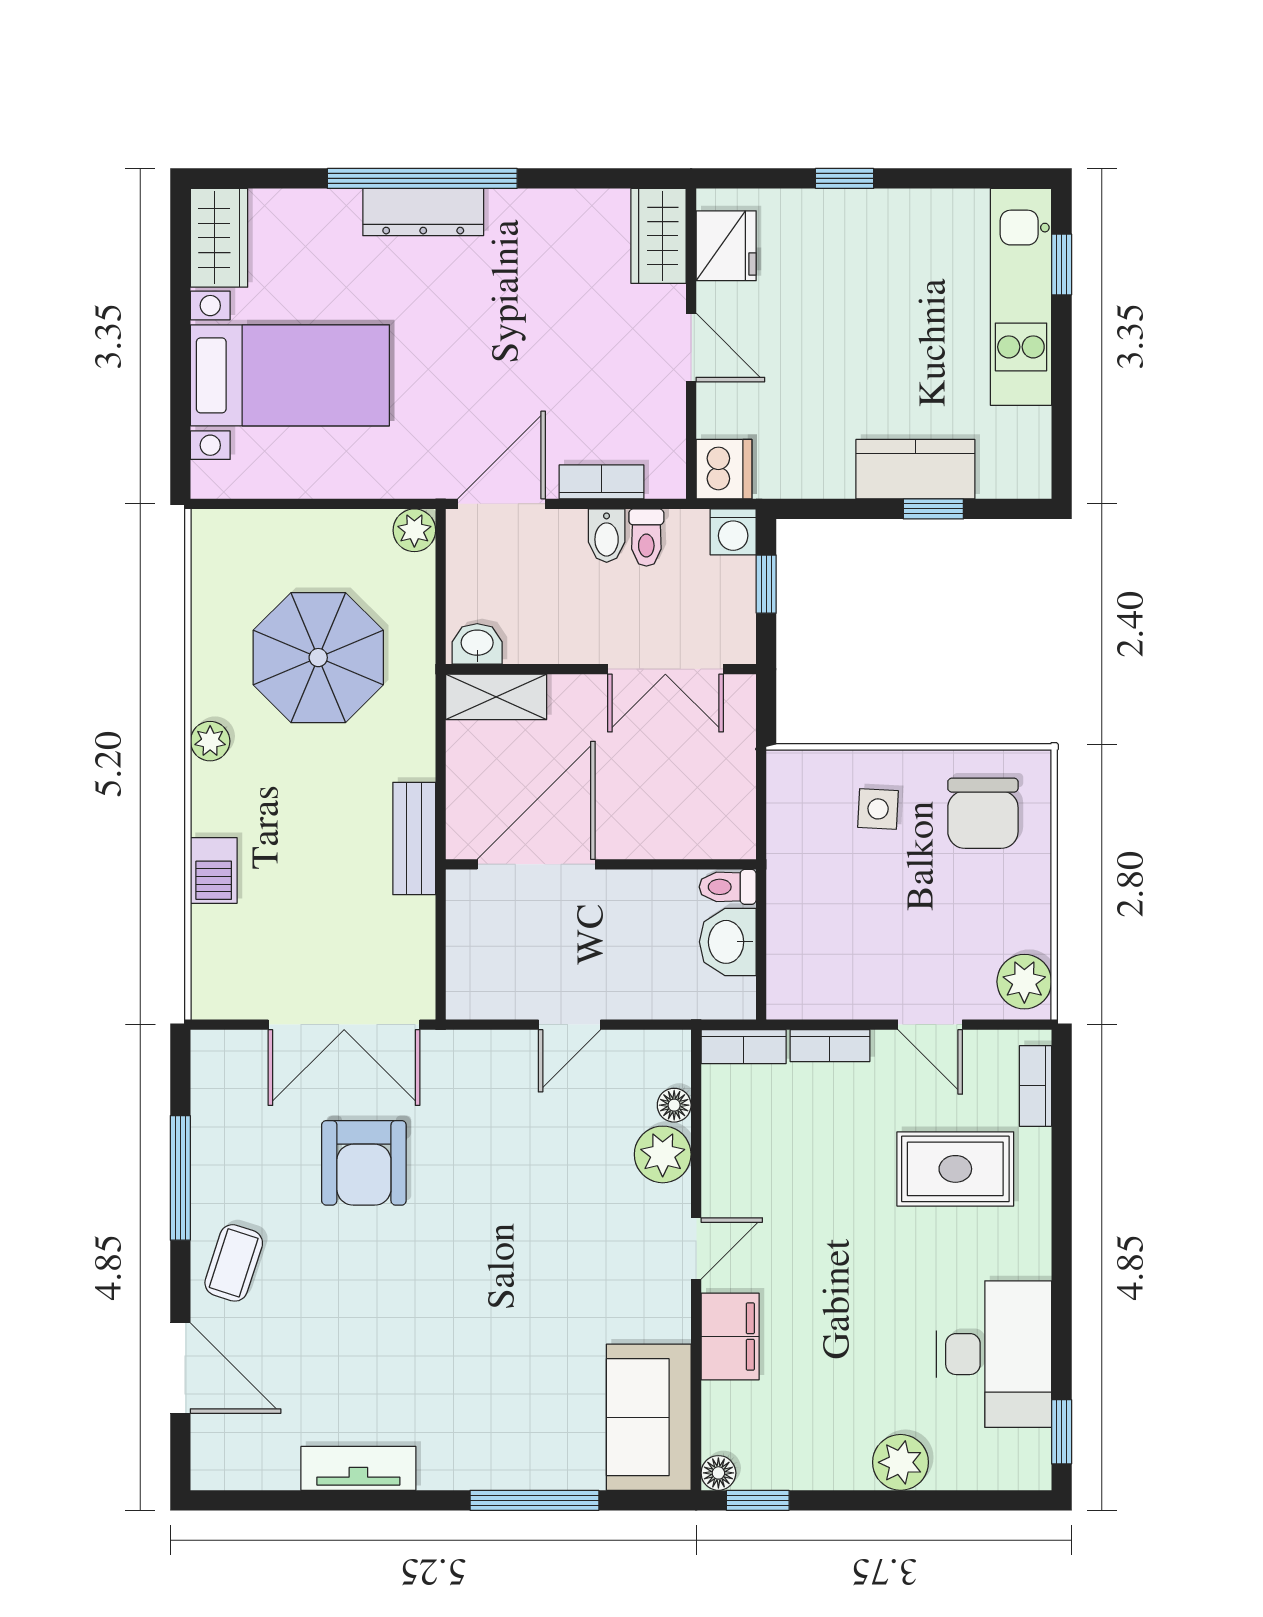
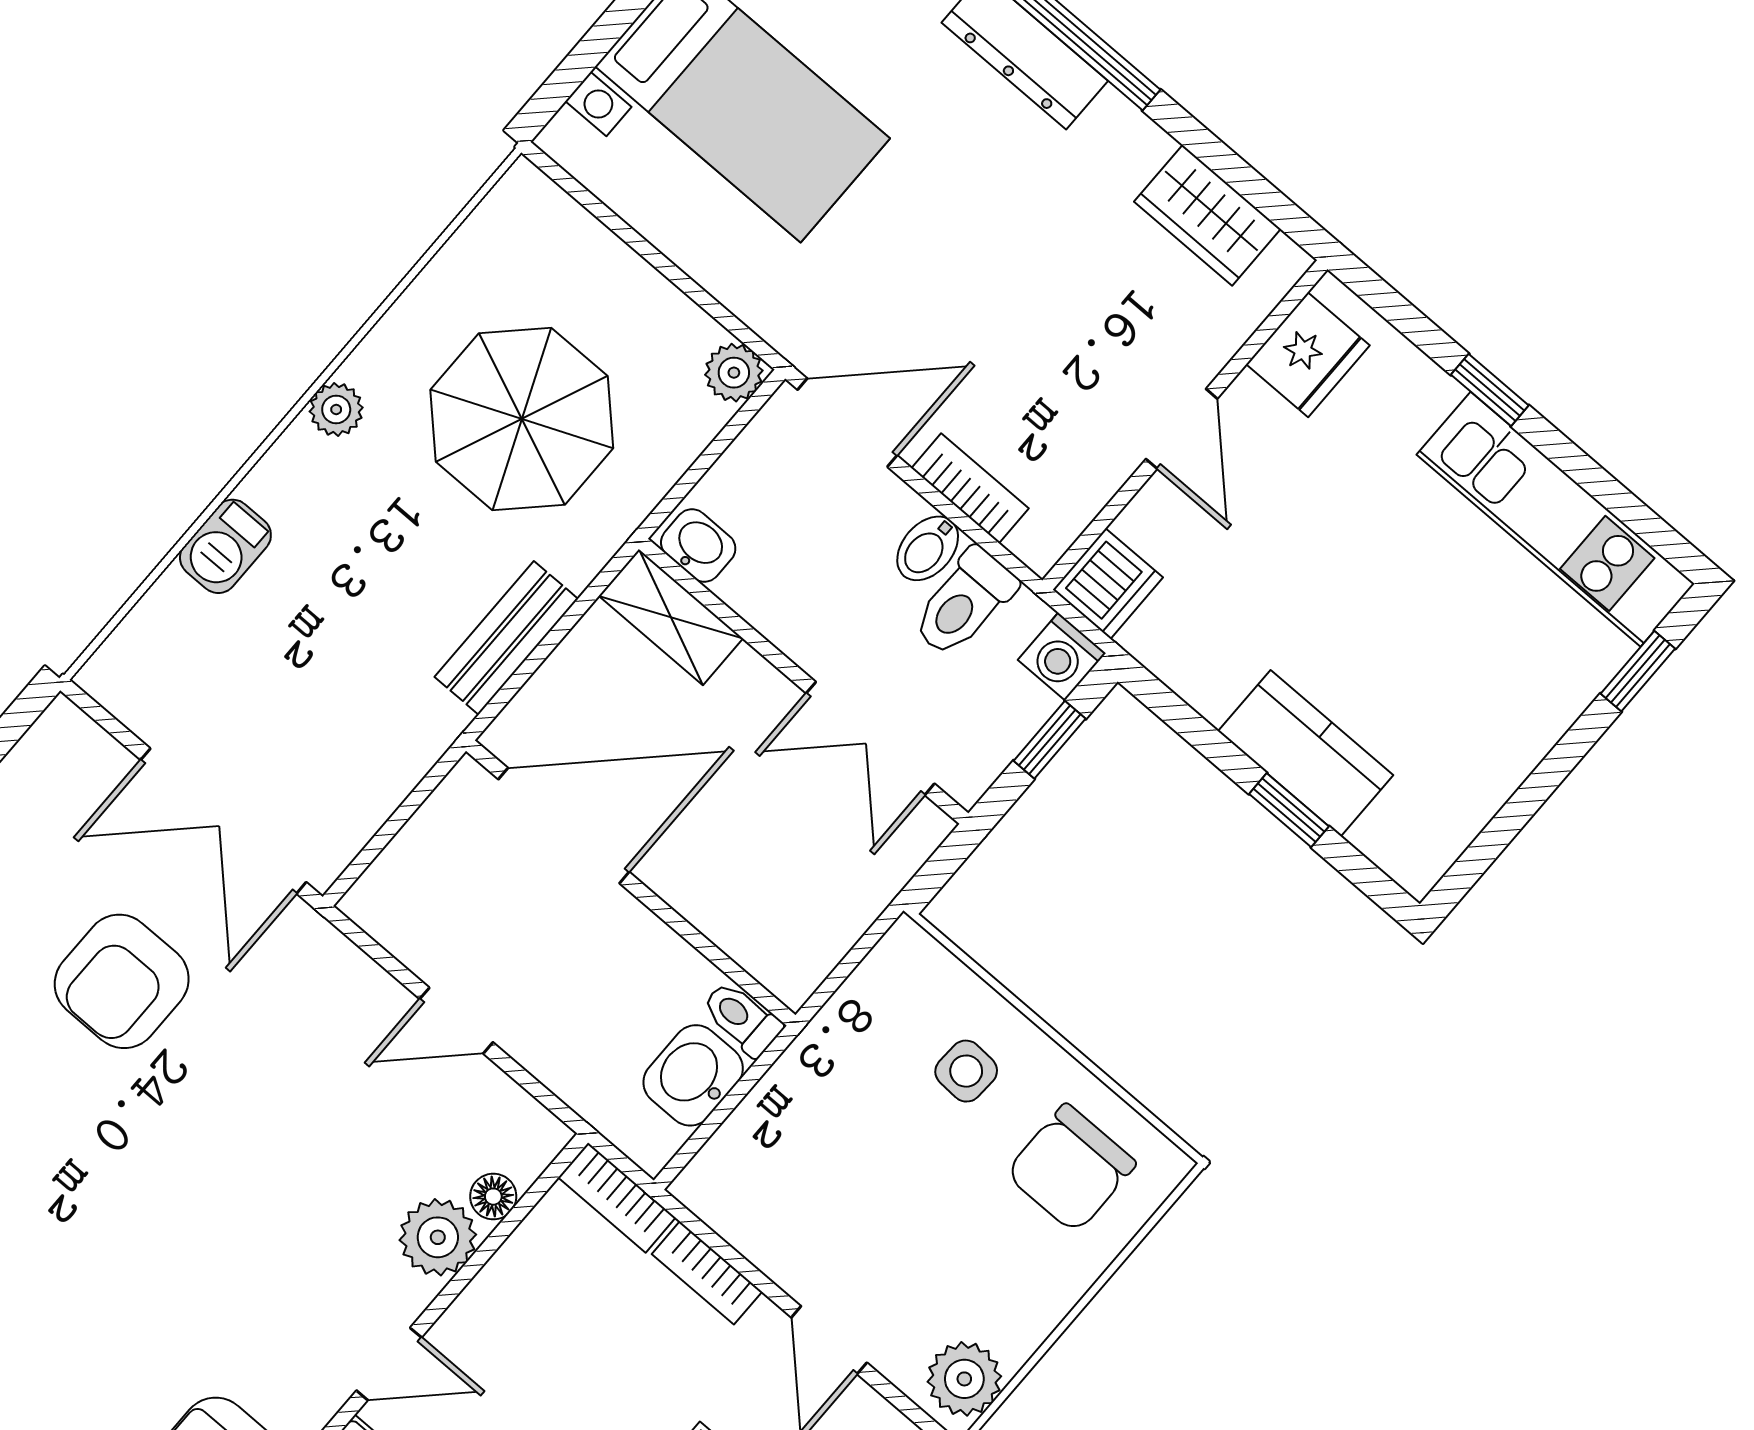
wardrobe: (659, 236) -> (1207, 215), moved, turned -90
kitchen unit: (1021, 297) -> (1556, 519), moved, turned -90
toilet: (646, 538) -> (964, 603), width x1.37, depth x1.39
bench: (414, 838) -> (506, 638), moved

